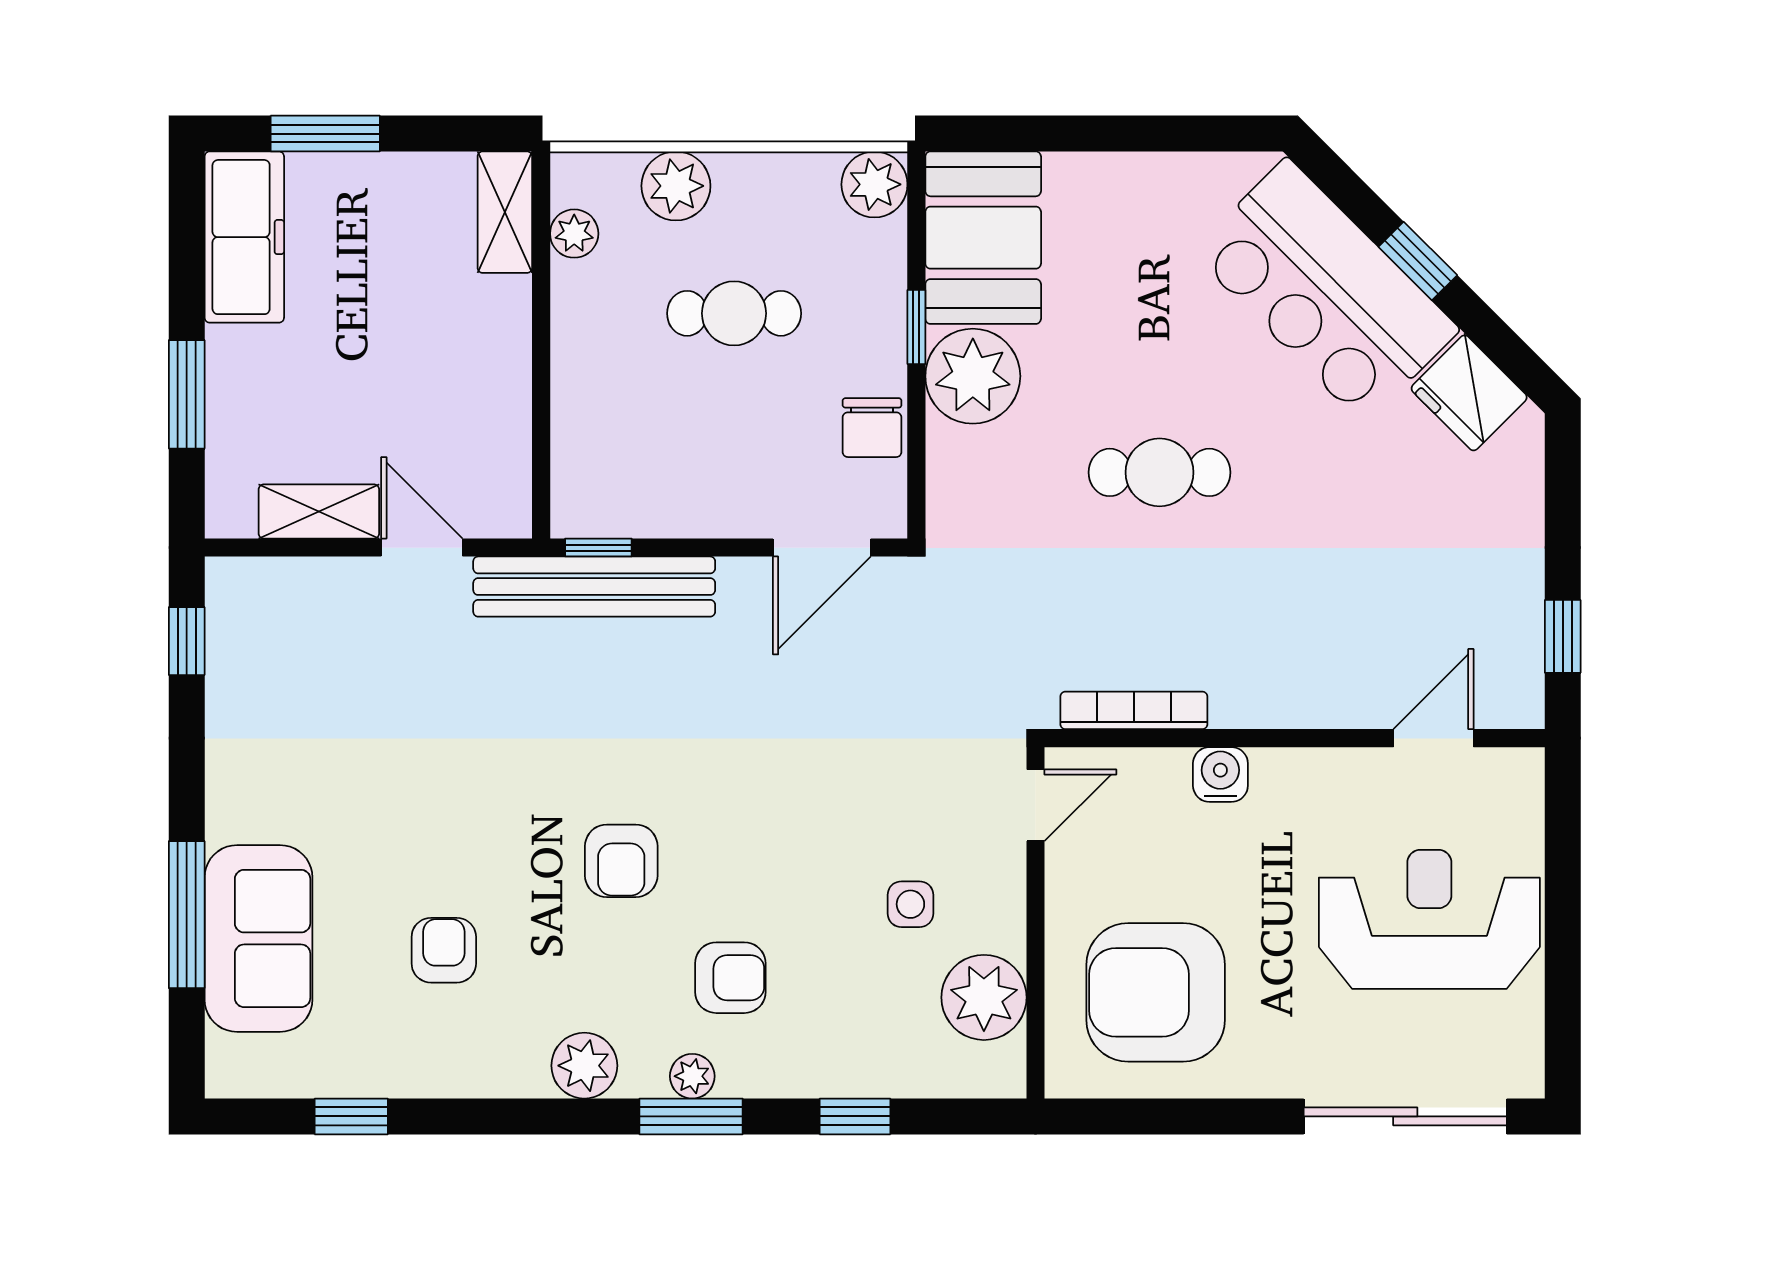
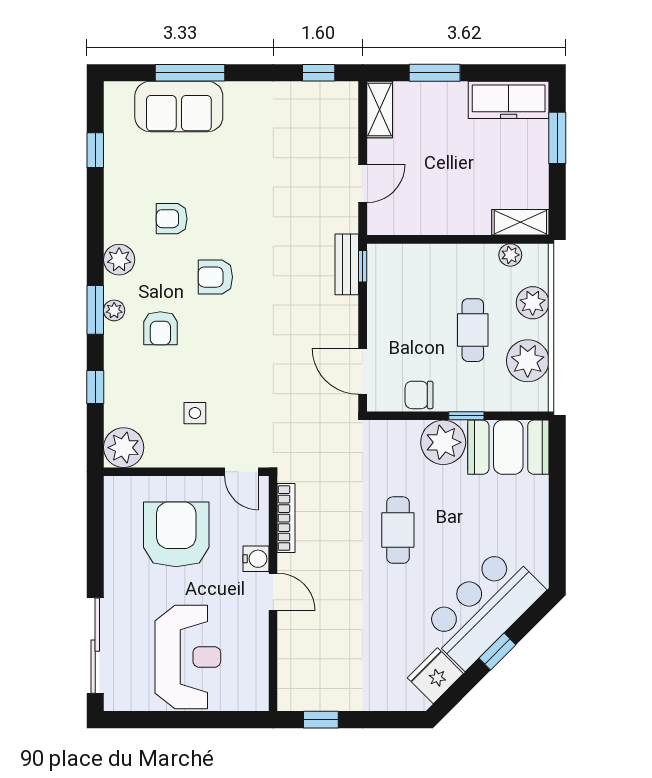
plant: (874, 184) -> (528, 361), moved, width x1.36, depth x1.36
shelving: (319, 511) -> (380, 109), moved
bench: (594, 587) -> (347, 264), width x0.54, depth x0.82
door: (1433, 738) -> (273, 592), moved
armchair: (444, 950) -> (172, 219), moved, turned 180
armchair: (1156, 992) -> (176, 534), moved
plant: (984, 997) -> (124, 448), moved

